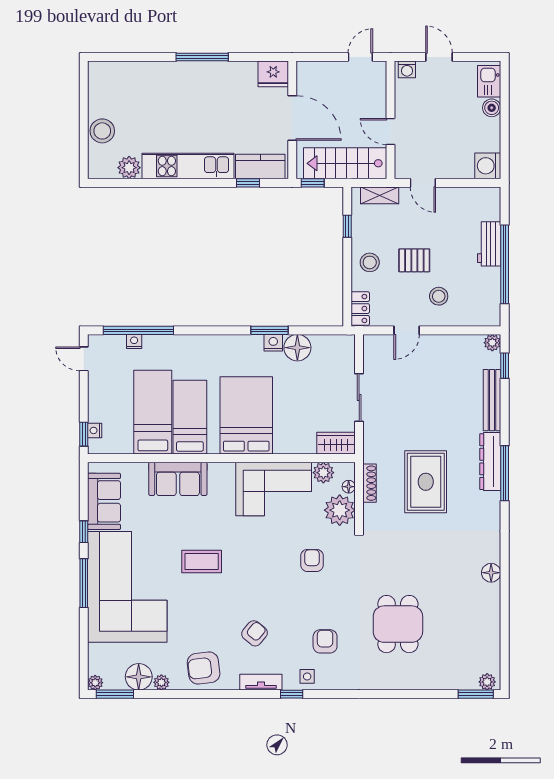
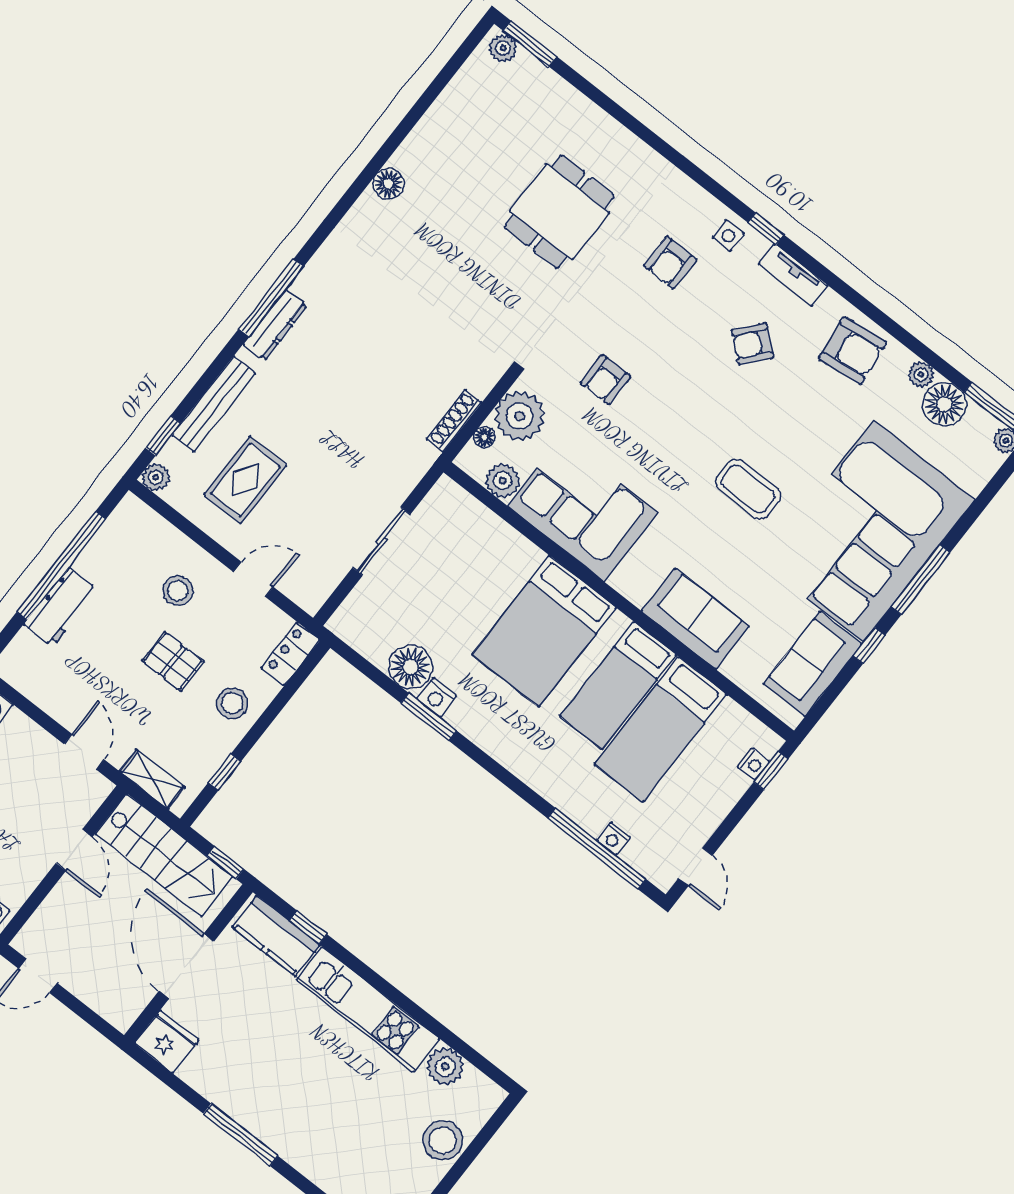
wardrobe: (336, 443) -> (457, 506), removed
dresser: (490, 462) -> (275, 325), width x0.73, depth x0.80
rug: (426, 482) -> (245, 480), moved, width x0.73, depth x0.70

